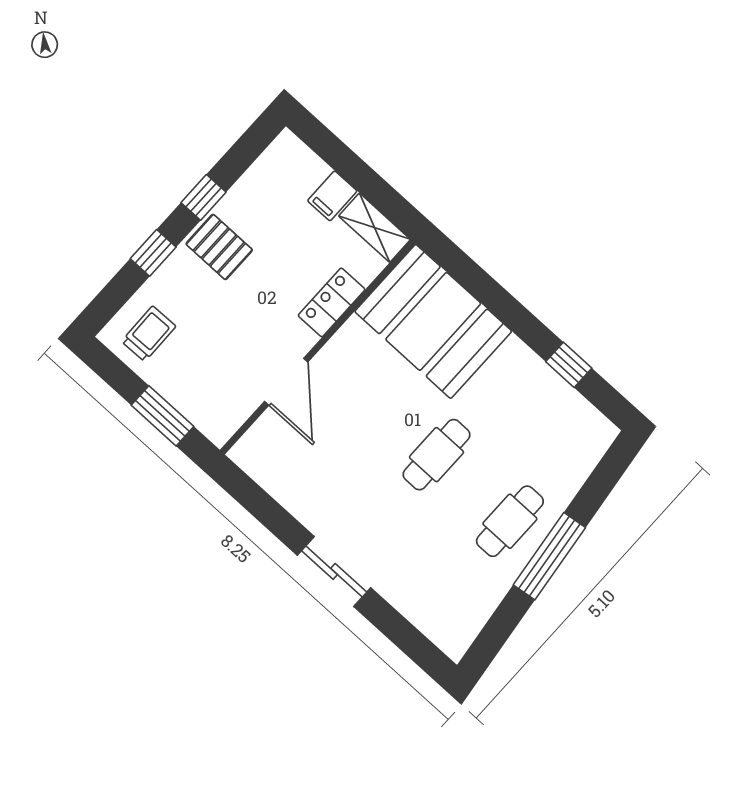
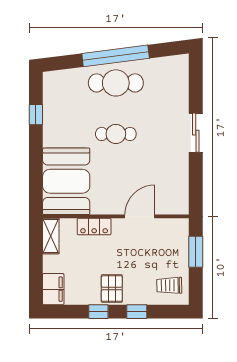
filing cabinet: (332, 196) -> (53, 289), moved, width x2.00
cafe table: (510, 521) -> (116, 83), width x1.37, depth x1.35
window: (549, 556) -> (116, 56), width x1.46

